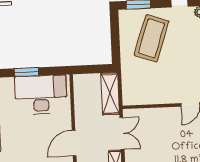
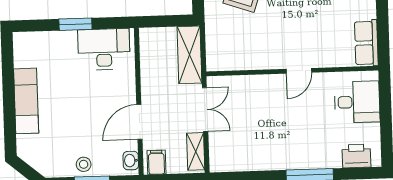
desk: (41, 95) -> (104, 49), width x0.73, depth x0.77

